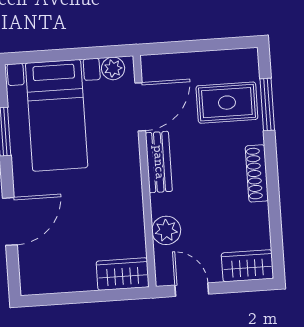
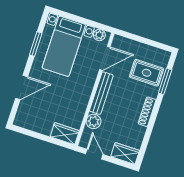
bench: (159, 162) -> (101, 93), width x1.36

